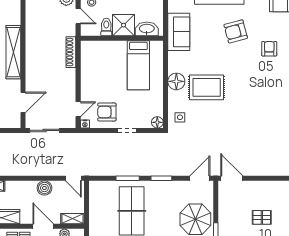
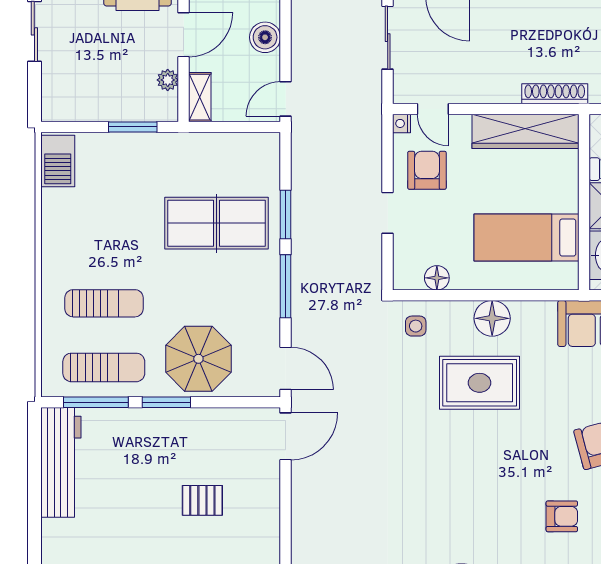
wardrobe: (89, 66) -> (525, 131), added
rug: (207, 87) -> (480, 383), turned 90
floor lamp: (157, 122) -> (437, 278), moved
window: (161, 178) -> (286, 286), width x1.44
pallet: (262, 217) -> (202, 500), turned 90

